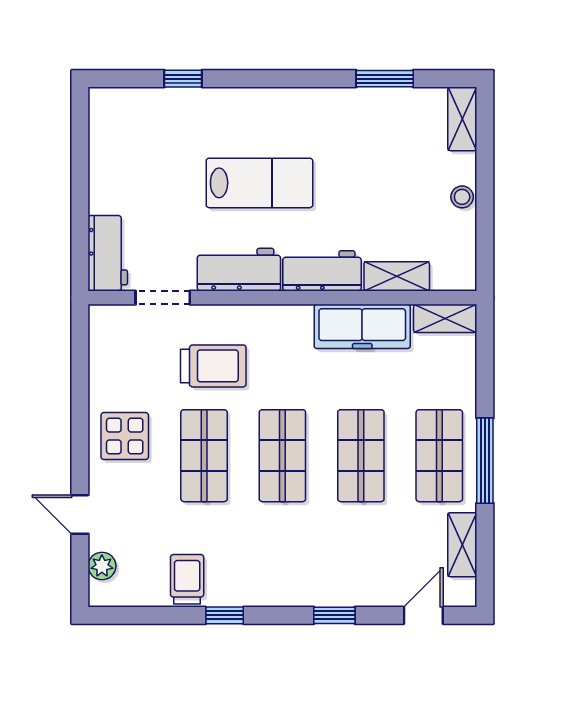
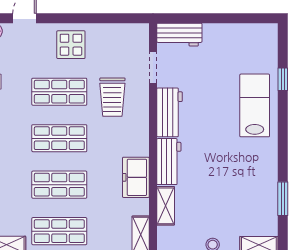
lab bench: (259, 183) -> (255, 105), moved, turned 180
freezer: (362, 326) -> (136, 177), width x0.71

